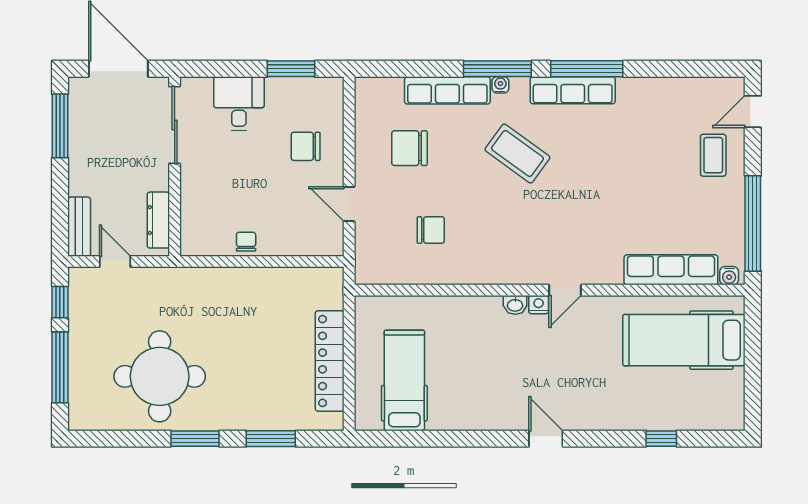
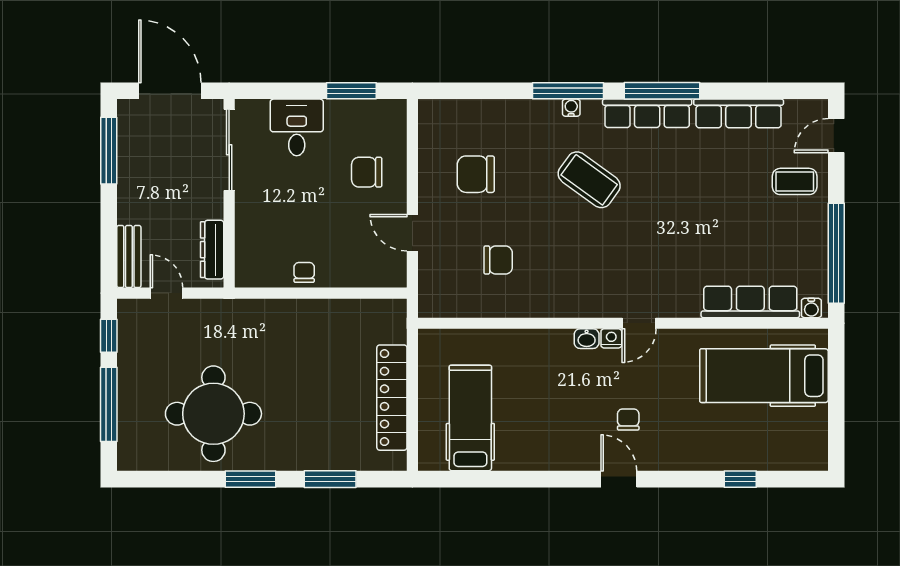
row of seats: (447, 90) -> (739, 113), moved
coffee table: (713, 155) -> (795, 181), turned 90
chair: (555, 382) -> (628, 419), added

